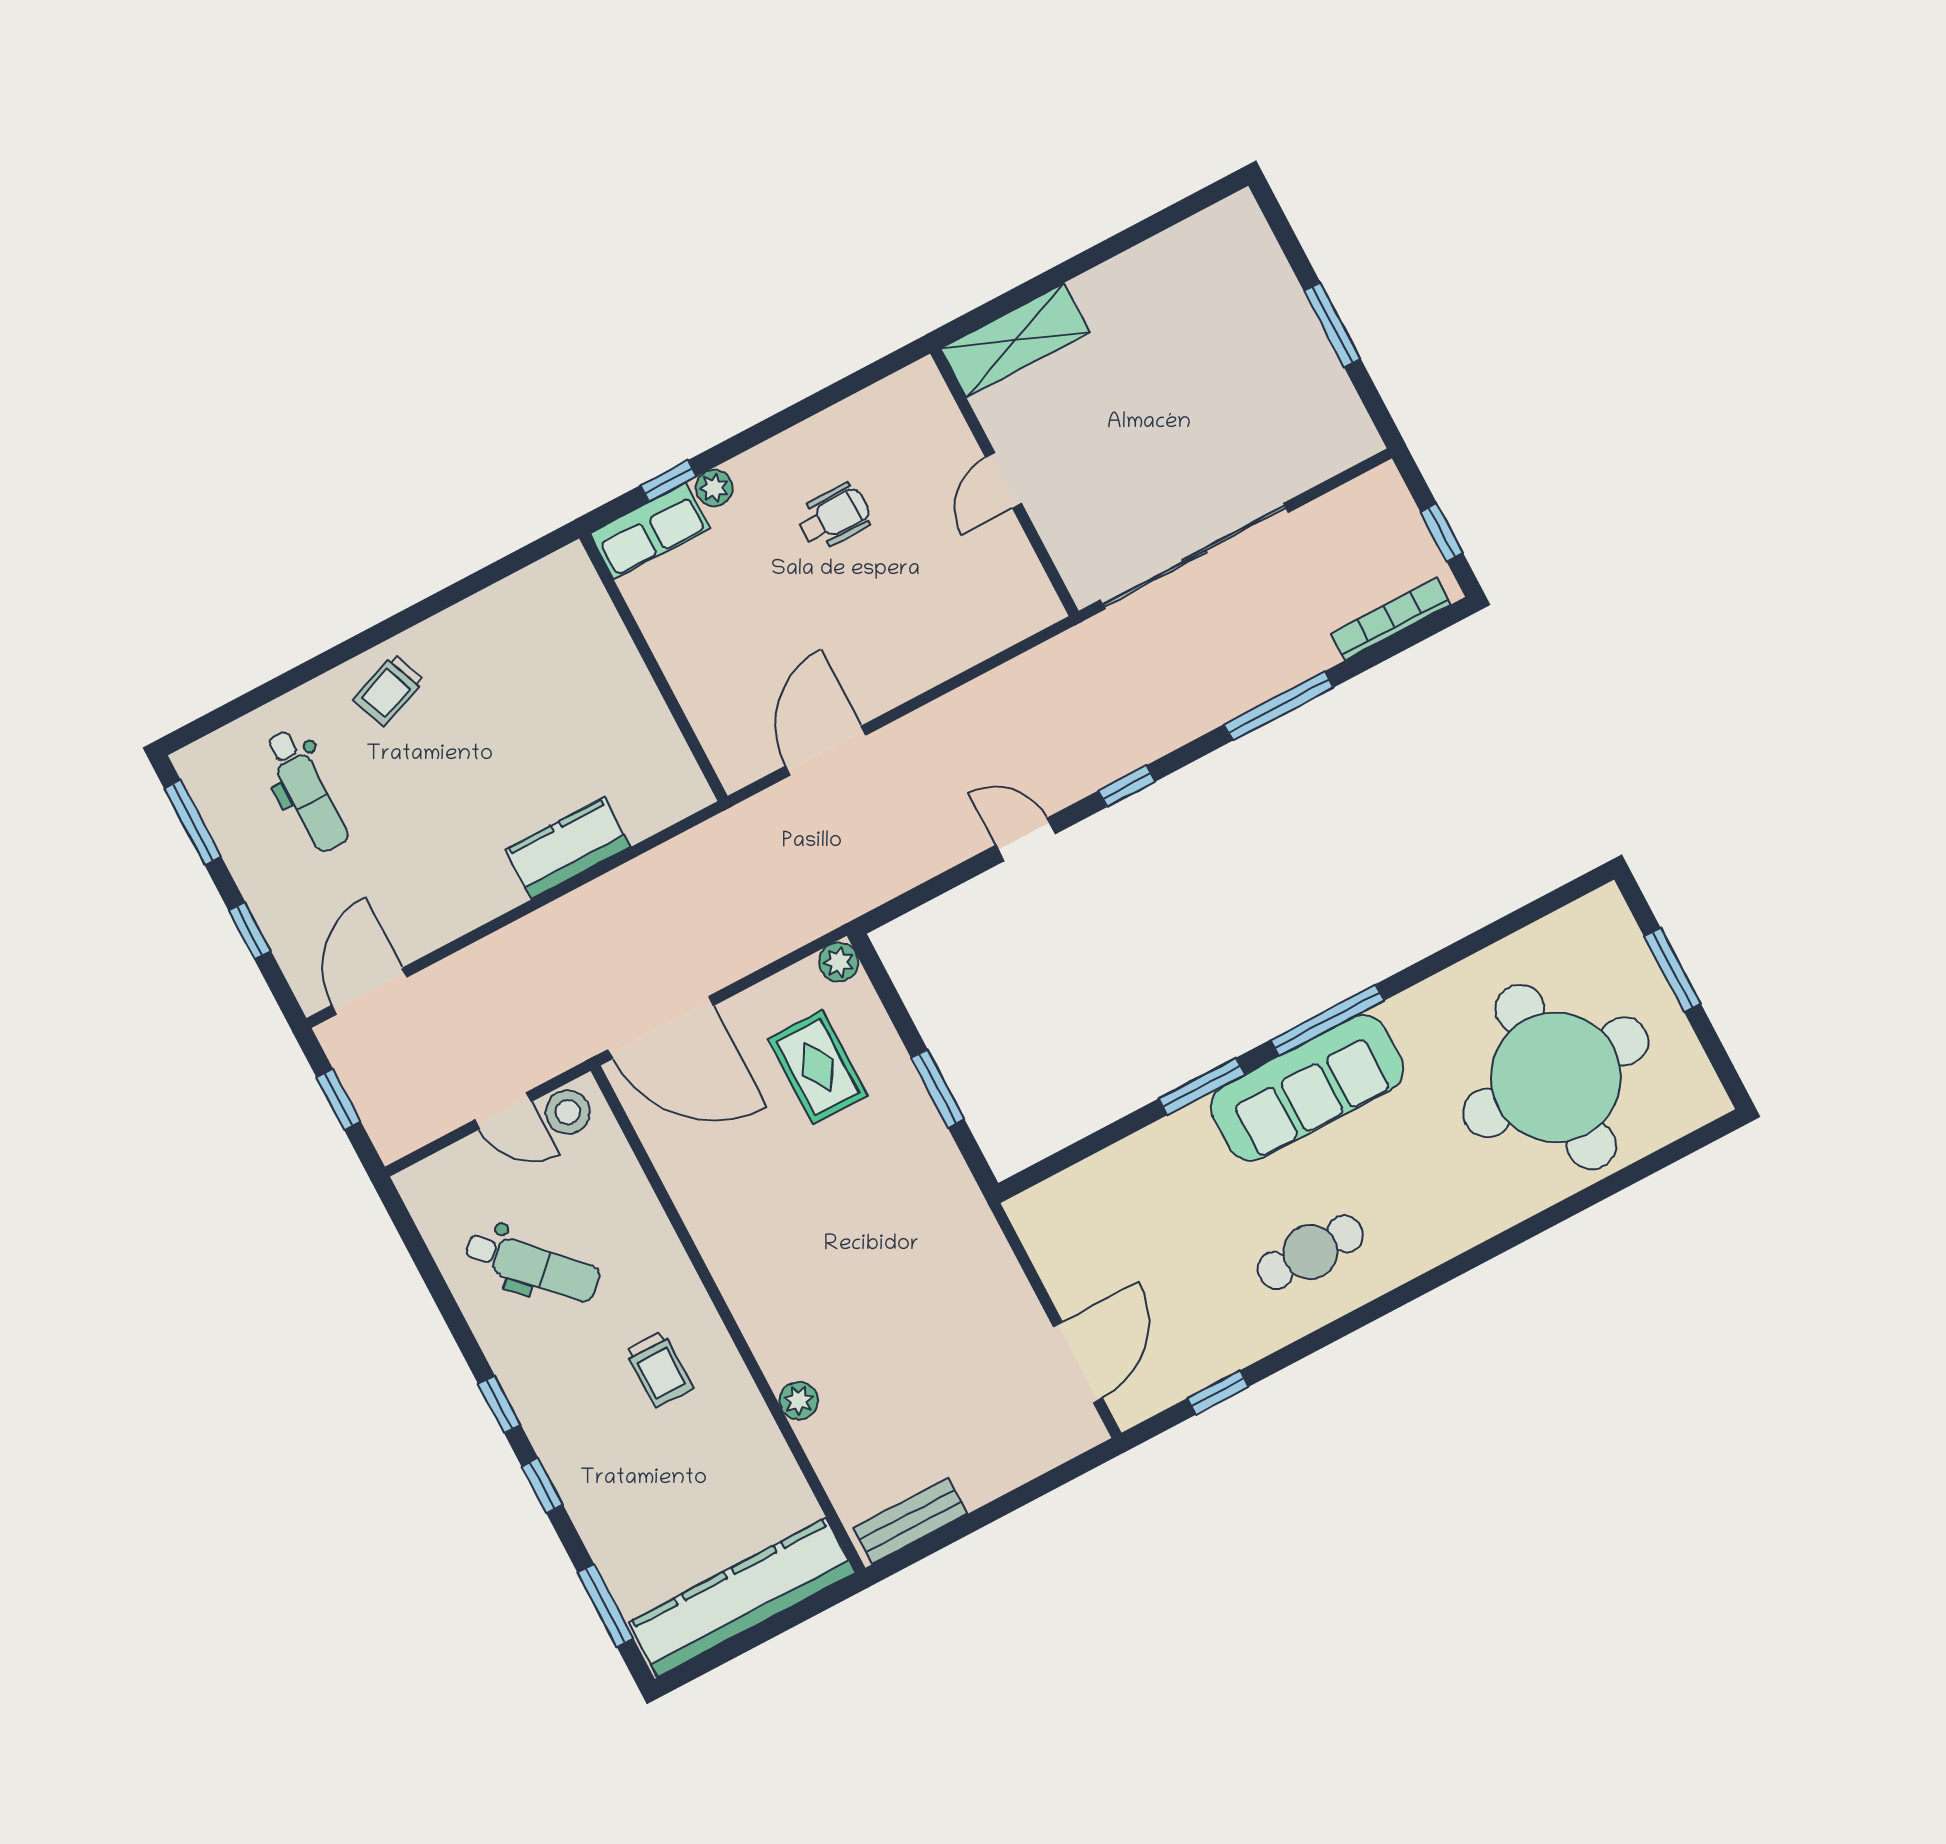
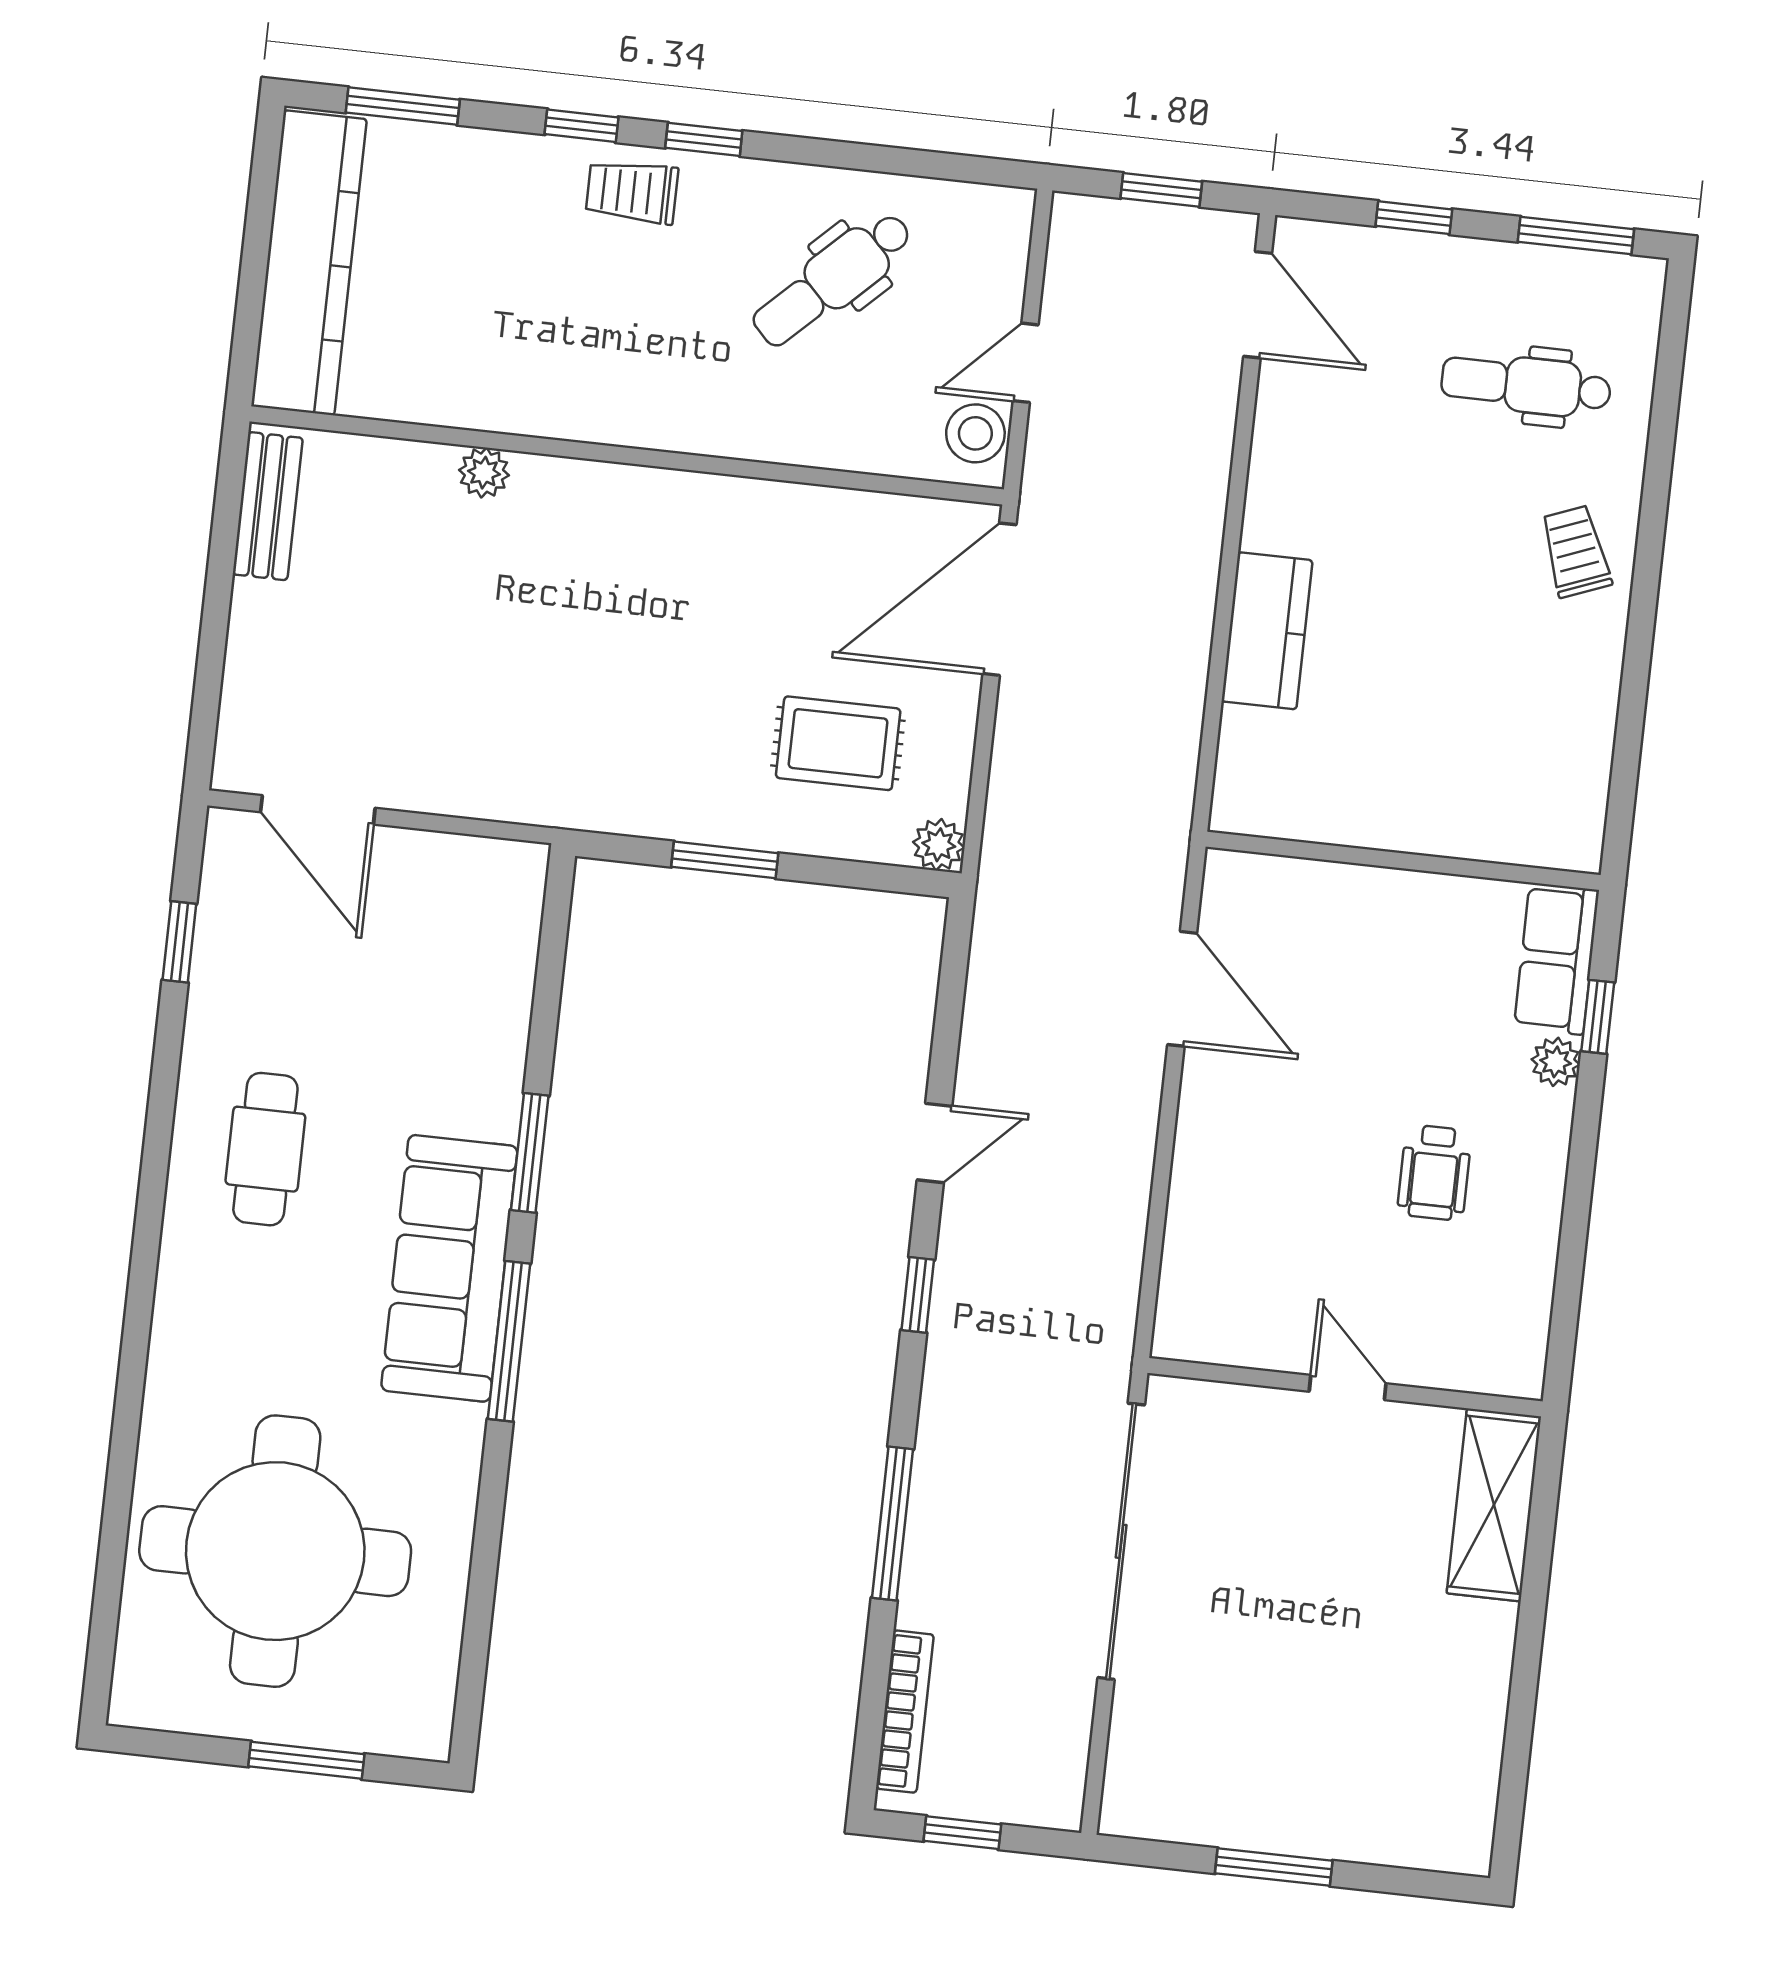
trolley: (659, 1369) -> (632, 192), moved

